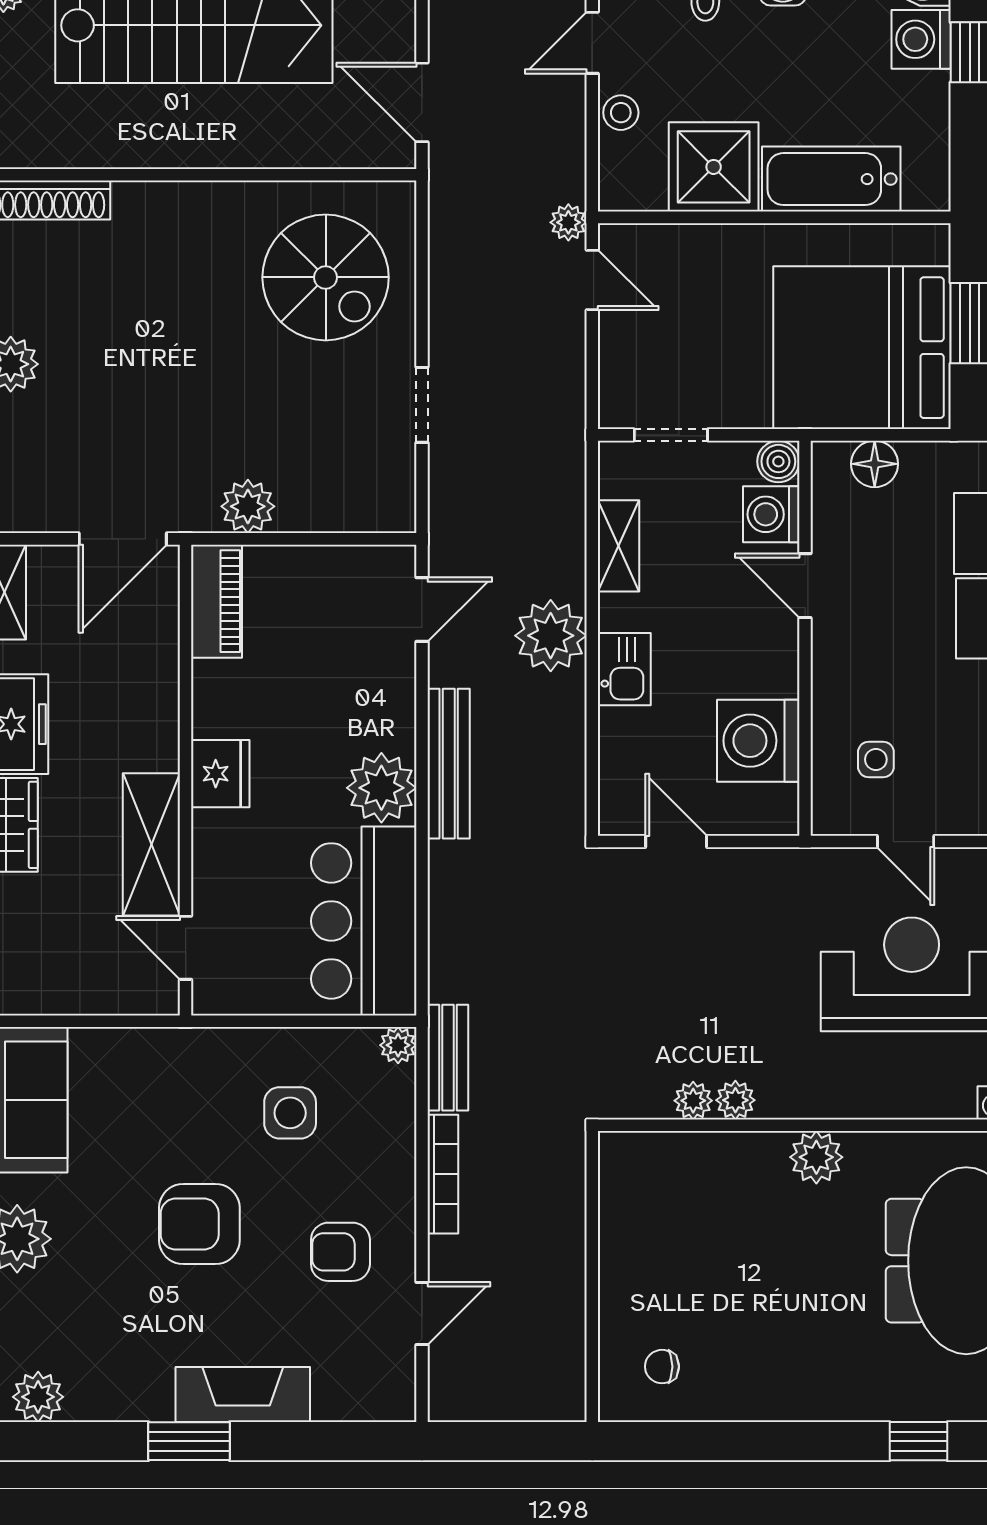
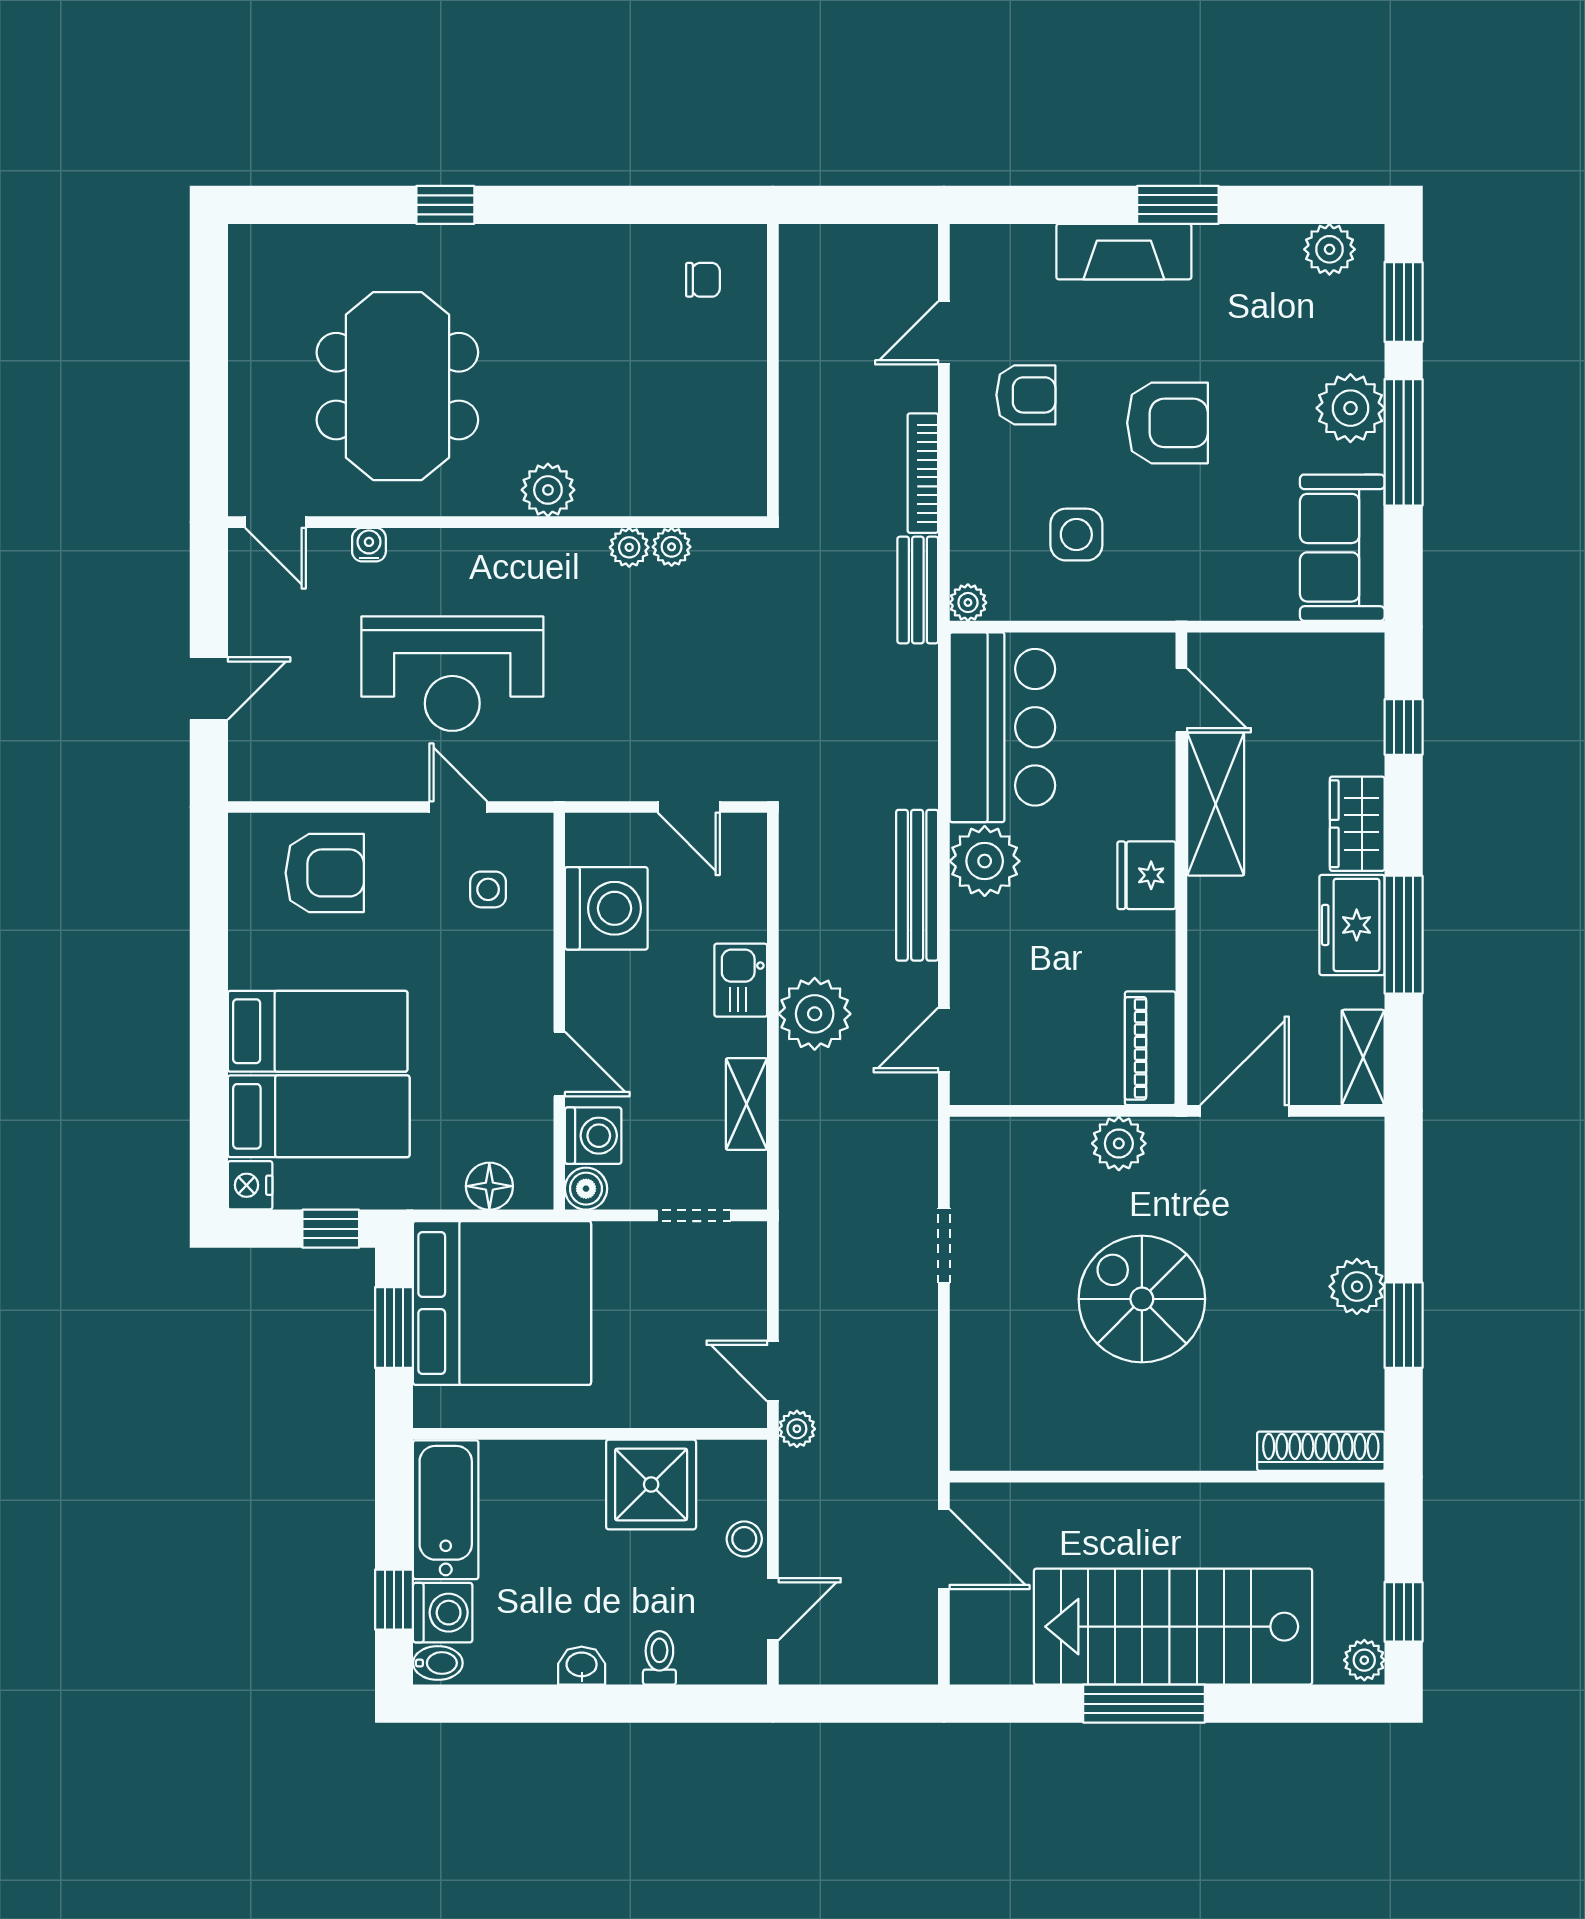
bathtub: (831, 179) -> (446, 1510), moved, turned -90
spiral stairs: (326, 277) -> (1142, 1299), moved

